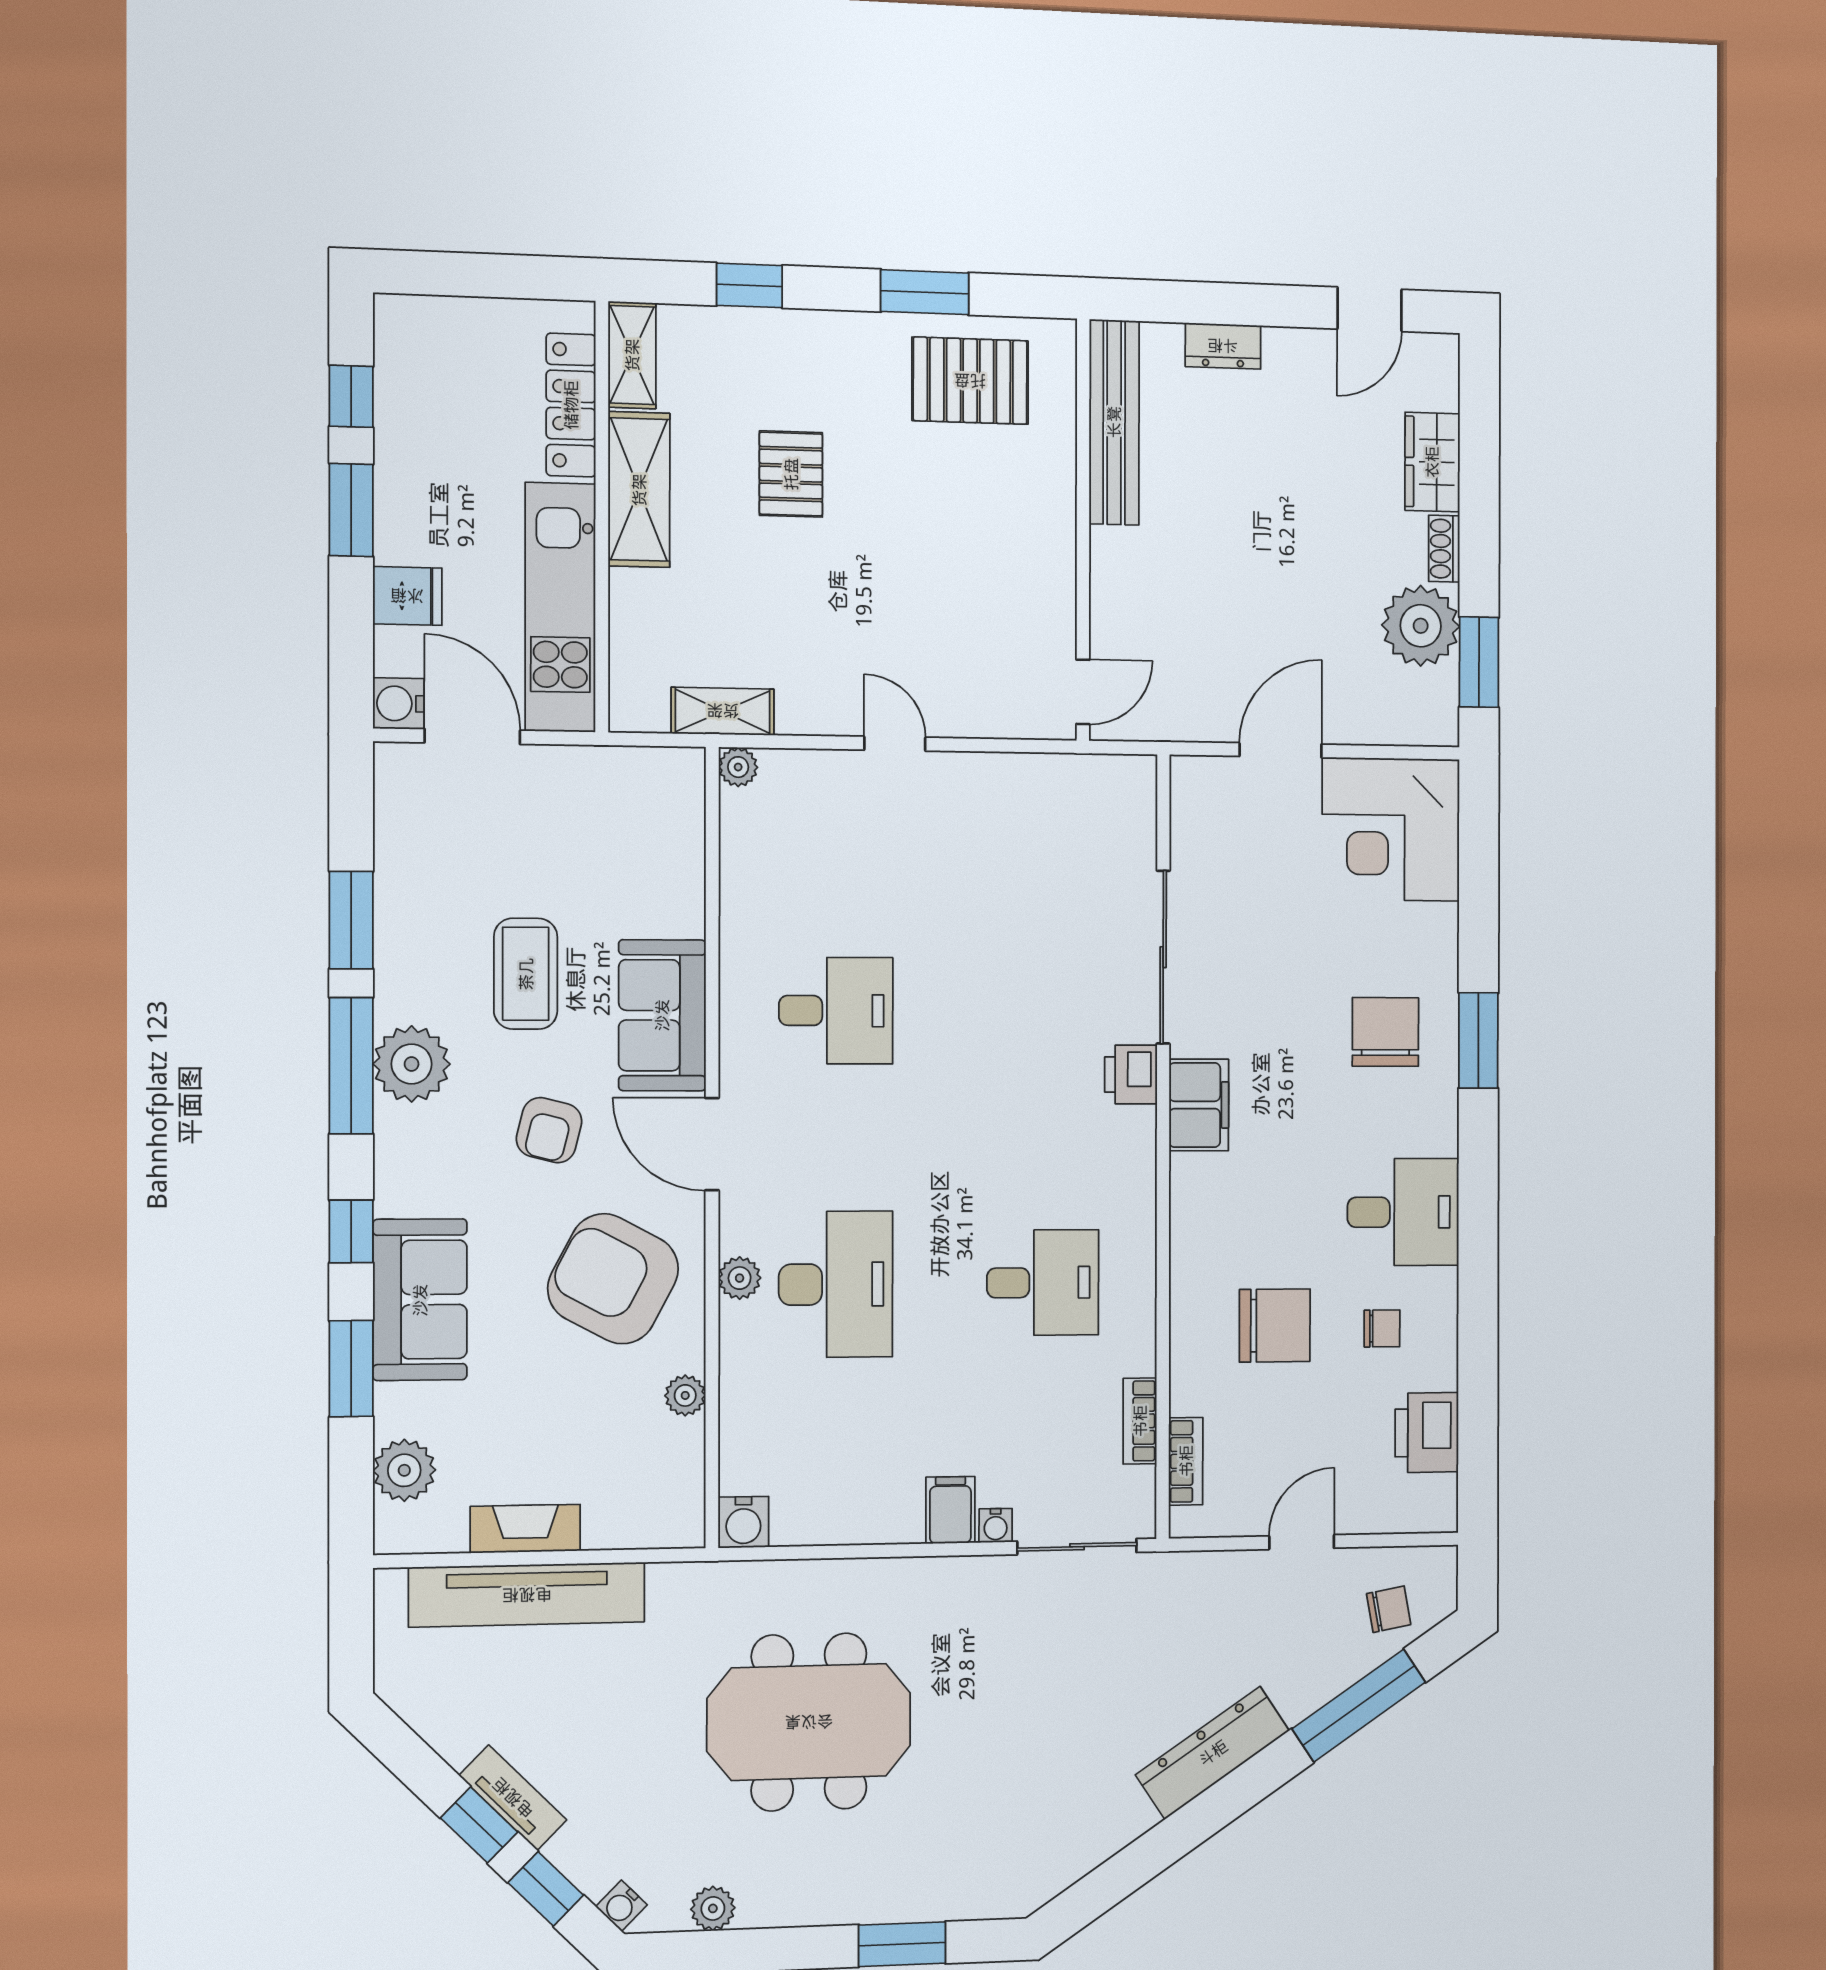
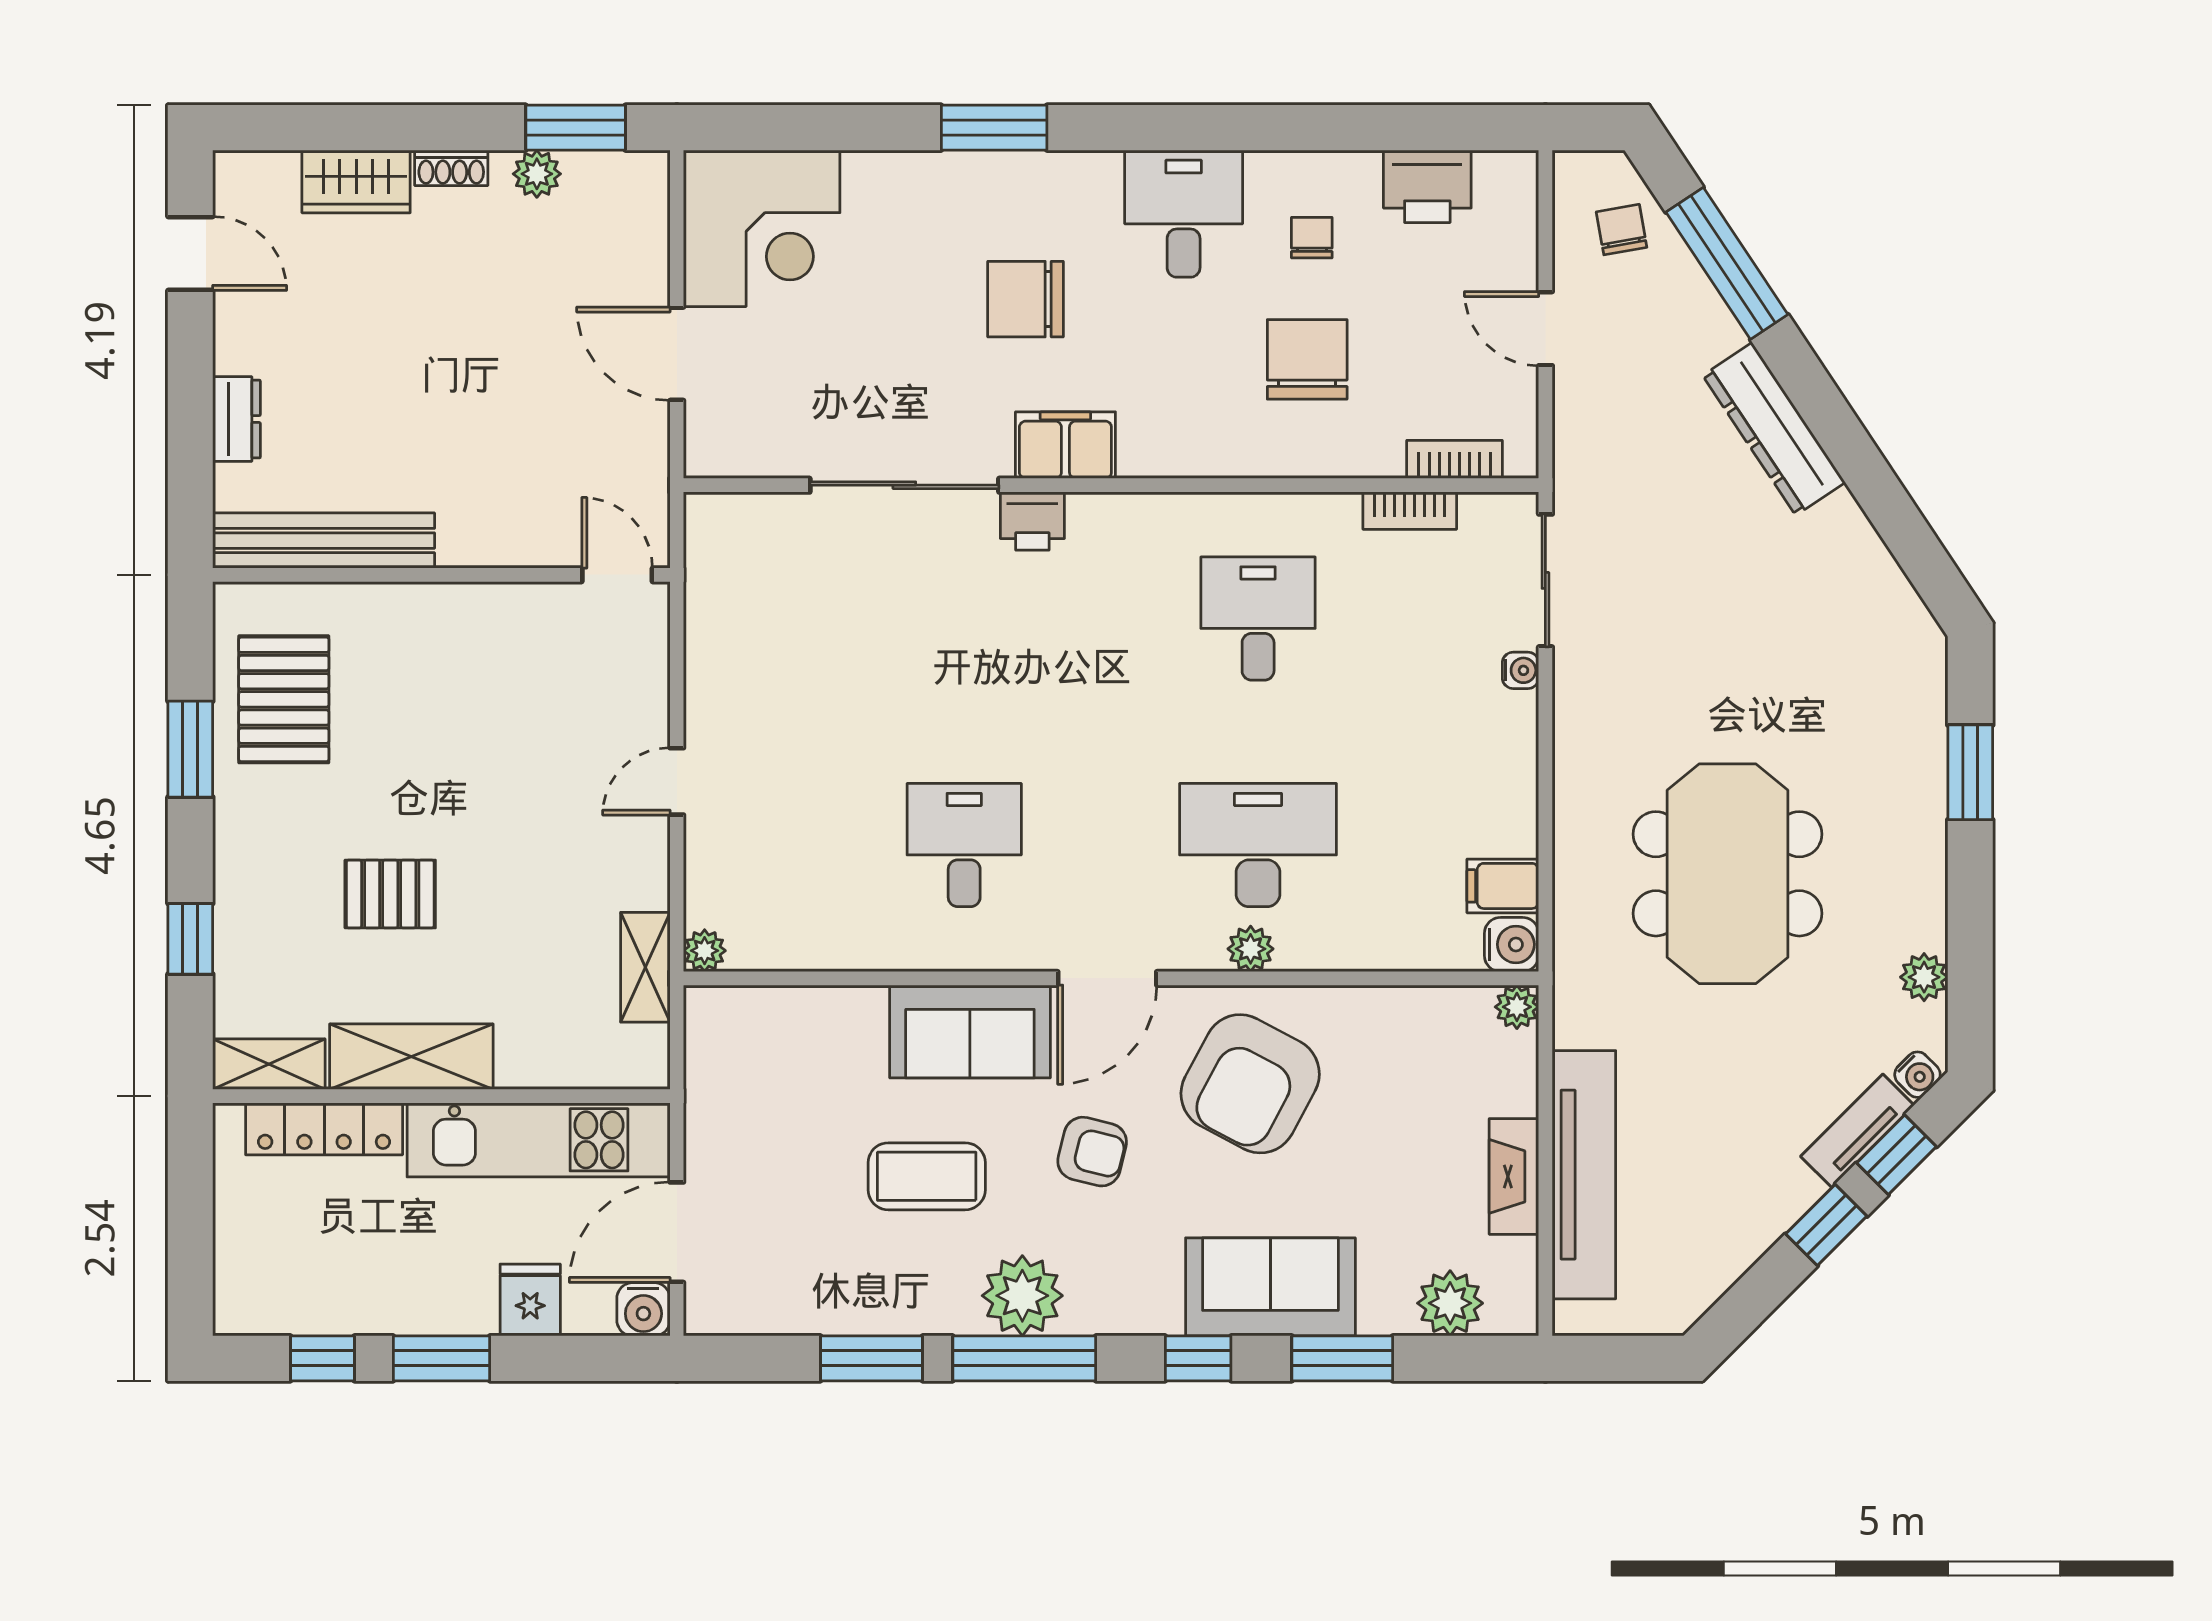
plant: (1421, 626) -> (537, 174), width x0.53, depth x0.53
chair: (1385, 1032) -> (1025, 299), moved
plant: (685, 1395) -> (1517, 1007), moved
filing cabinet: (950, 1510) -> (1503, 886), moved
tv unit: (513, 1798) -> (1857, 1131), moved

